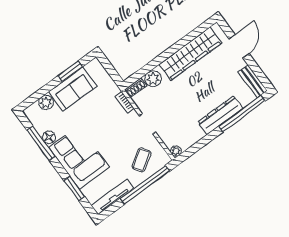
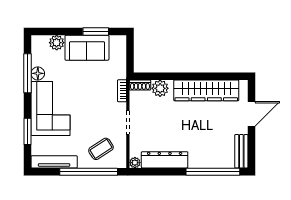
dresser: (220, 115) -> (165, 160), moved

